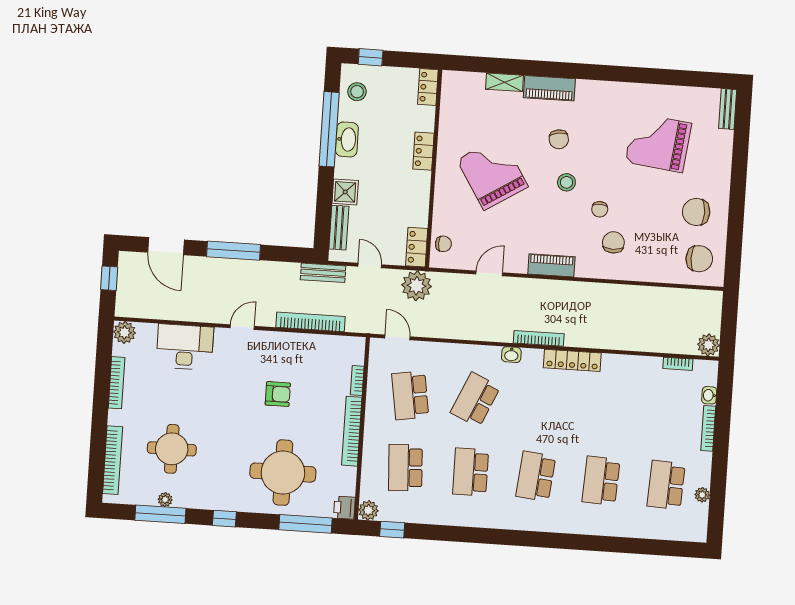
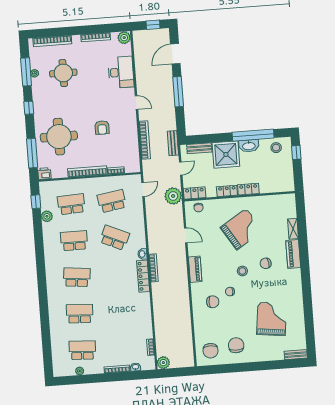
locker: (428, 87) -> (227, 191), moved
shower: (345, 192) -> (226, 154), width x1.86, depth x1.86
locker: (572, 360) -> (143, 276), moved
plant: (368, 510) -> (47, 216), moved

